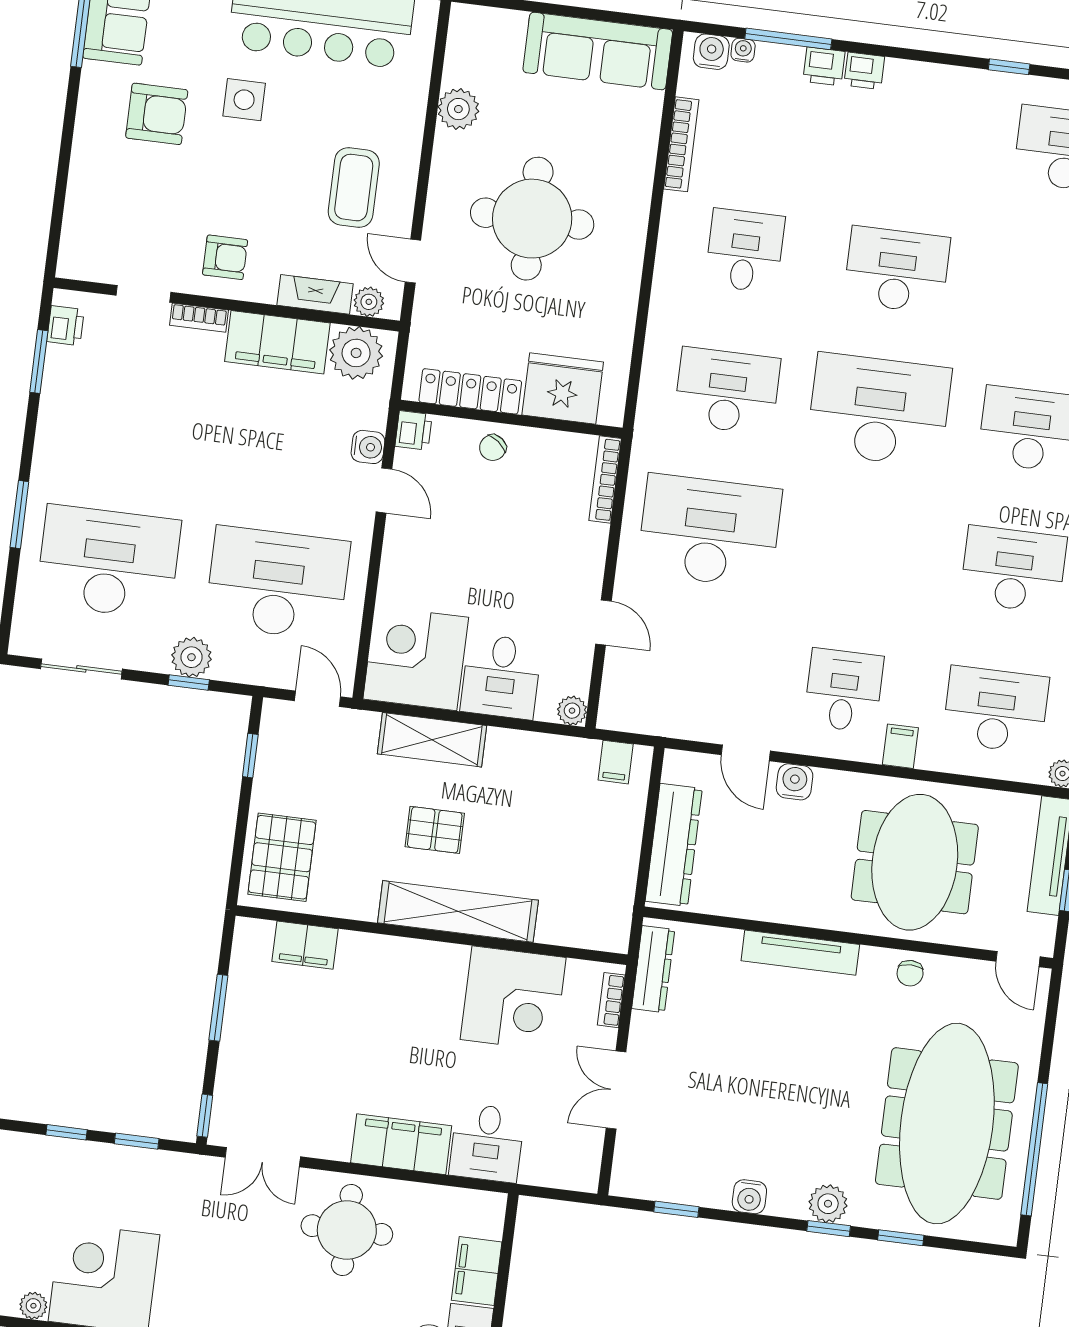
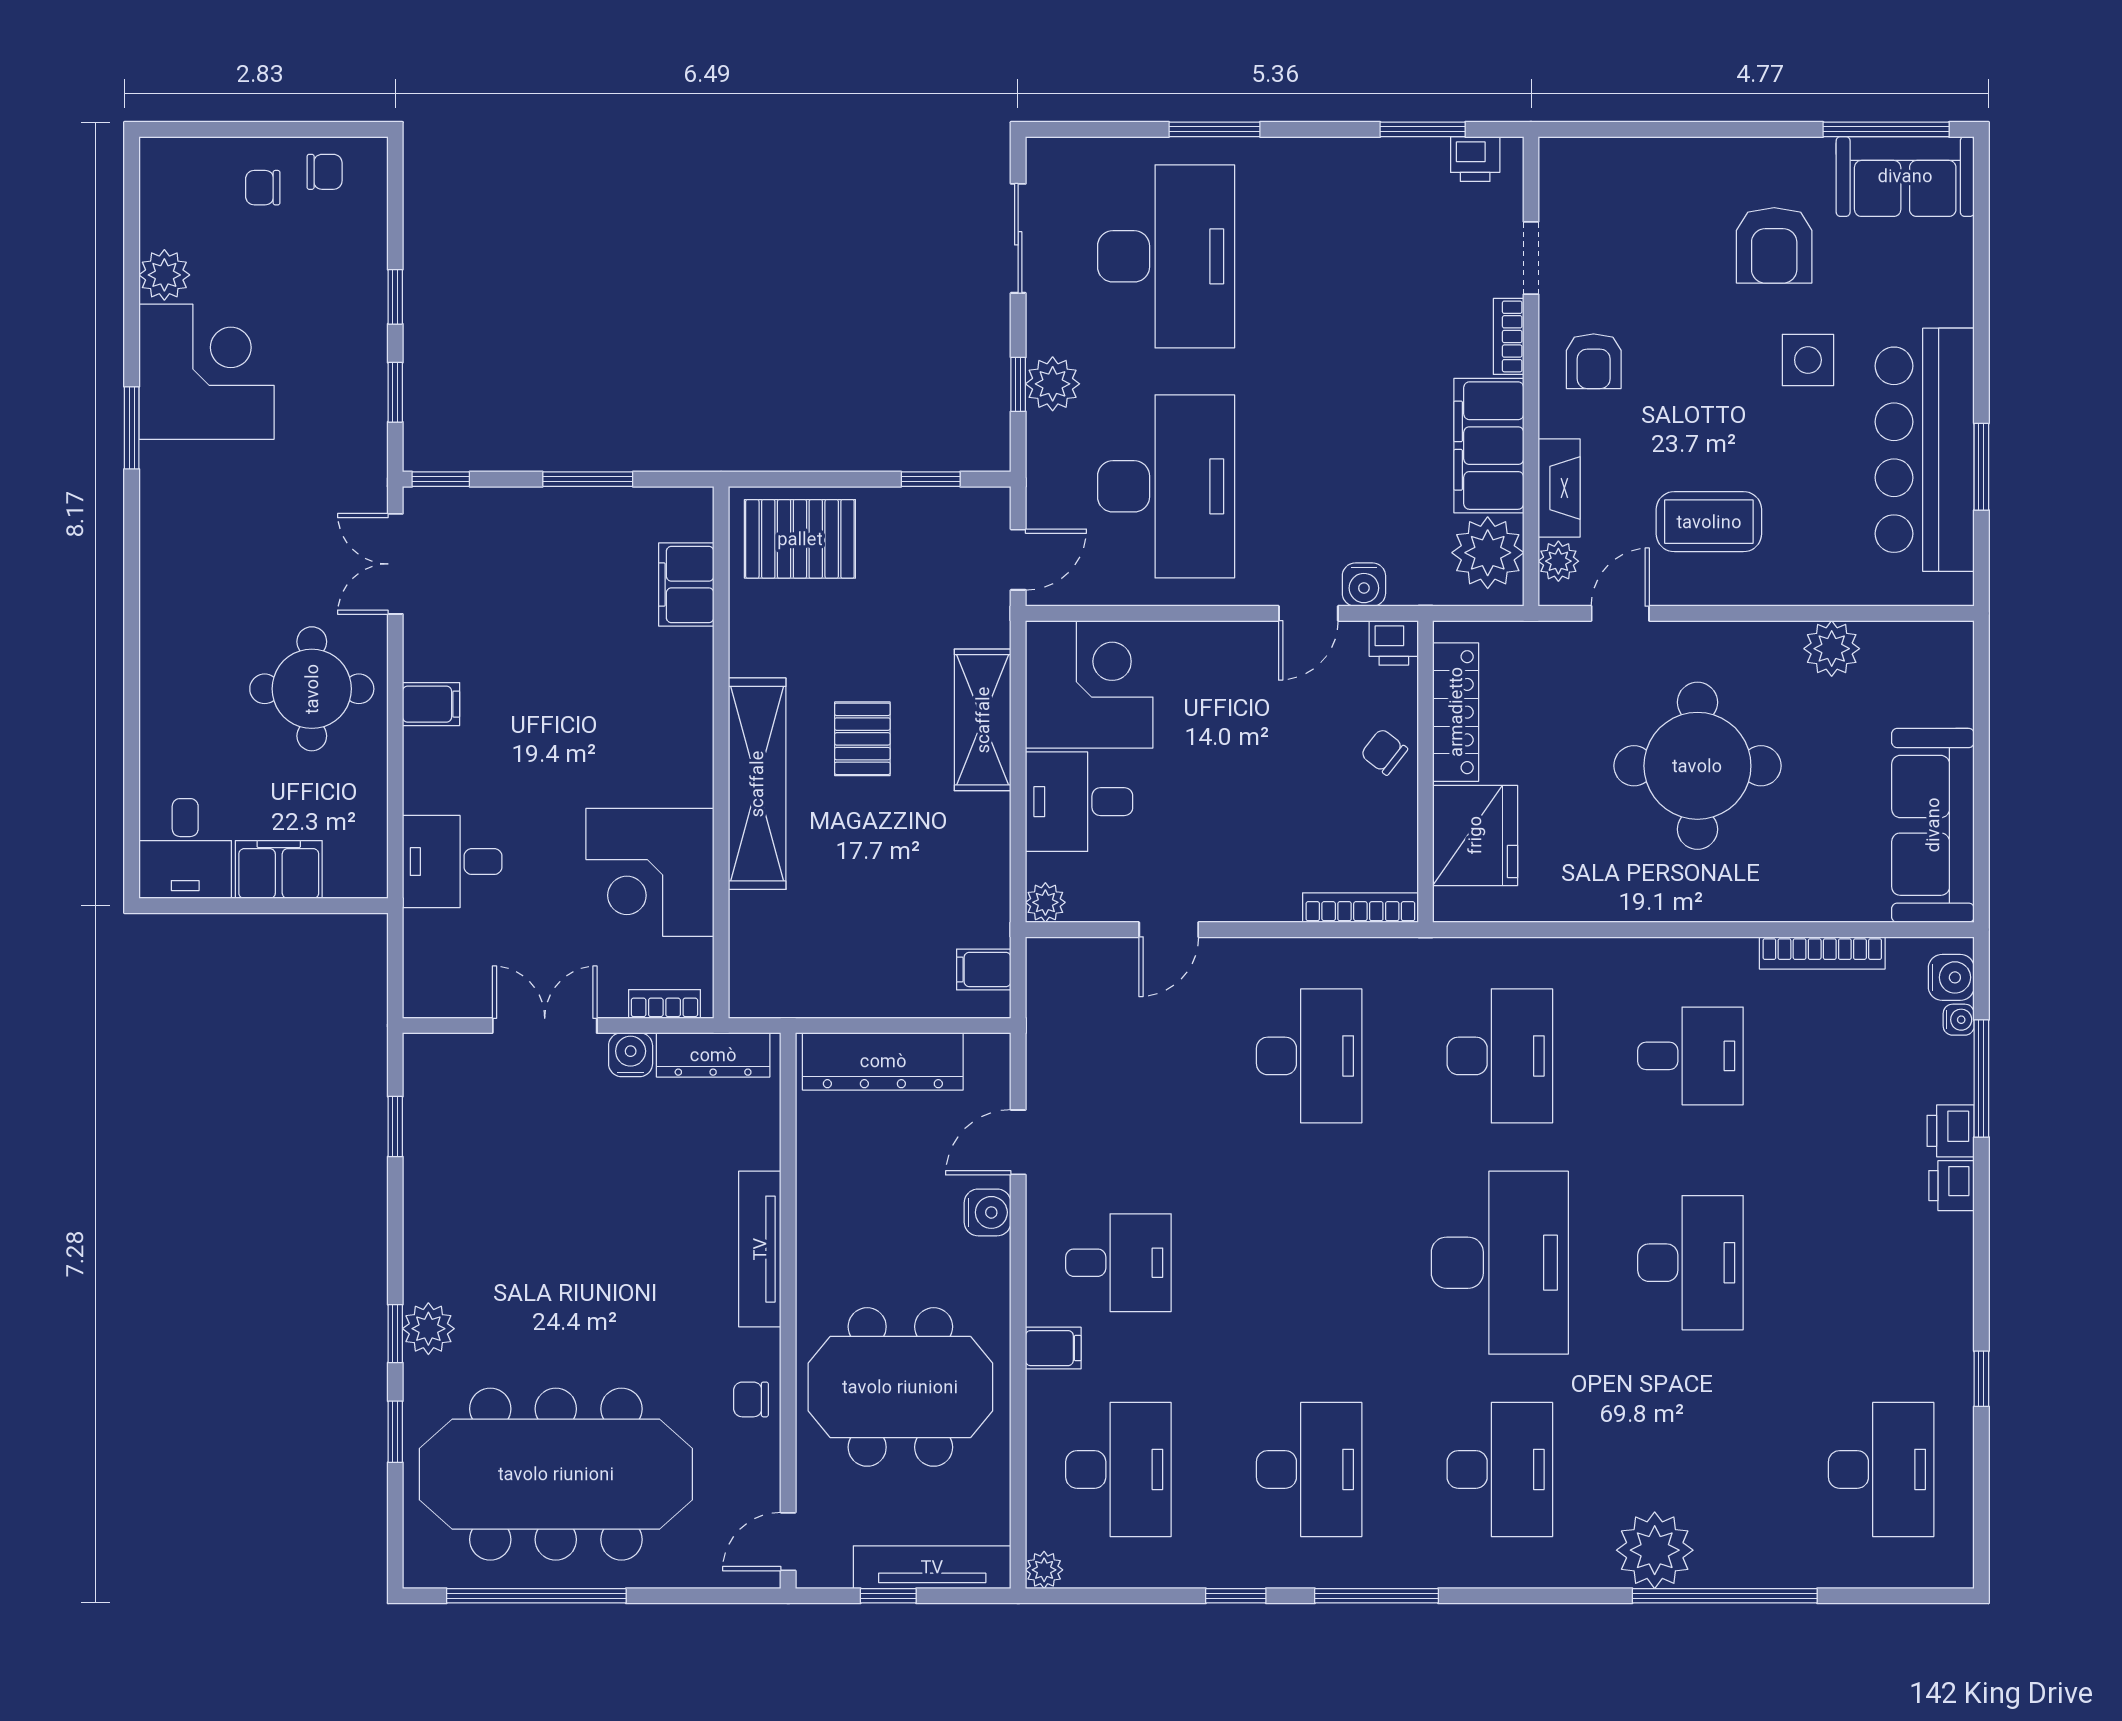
desk: (709, 531) -> (1309, 1056), width x0.73, depth x0.77
filing cabinet: (401, 1144) -> (431, 704), width x0.33, depth x0.86
water cooler: (749, 1197) -> (631, 1055), moved, turned 90
plant: (33, 1306) -> (164, 275), width x1.38, depth x1.38

